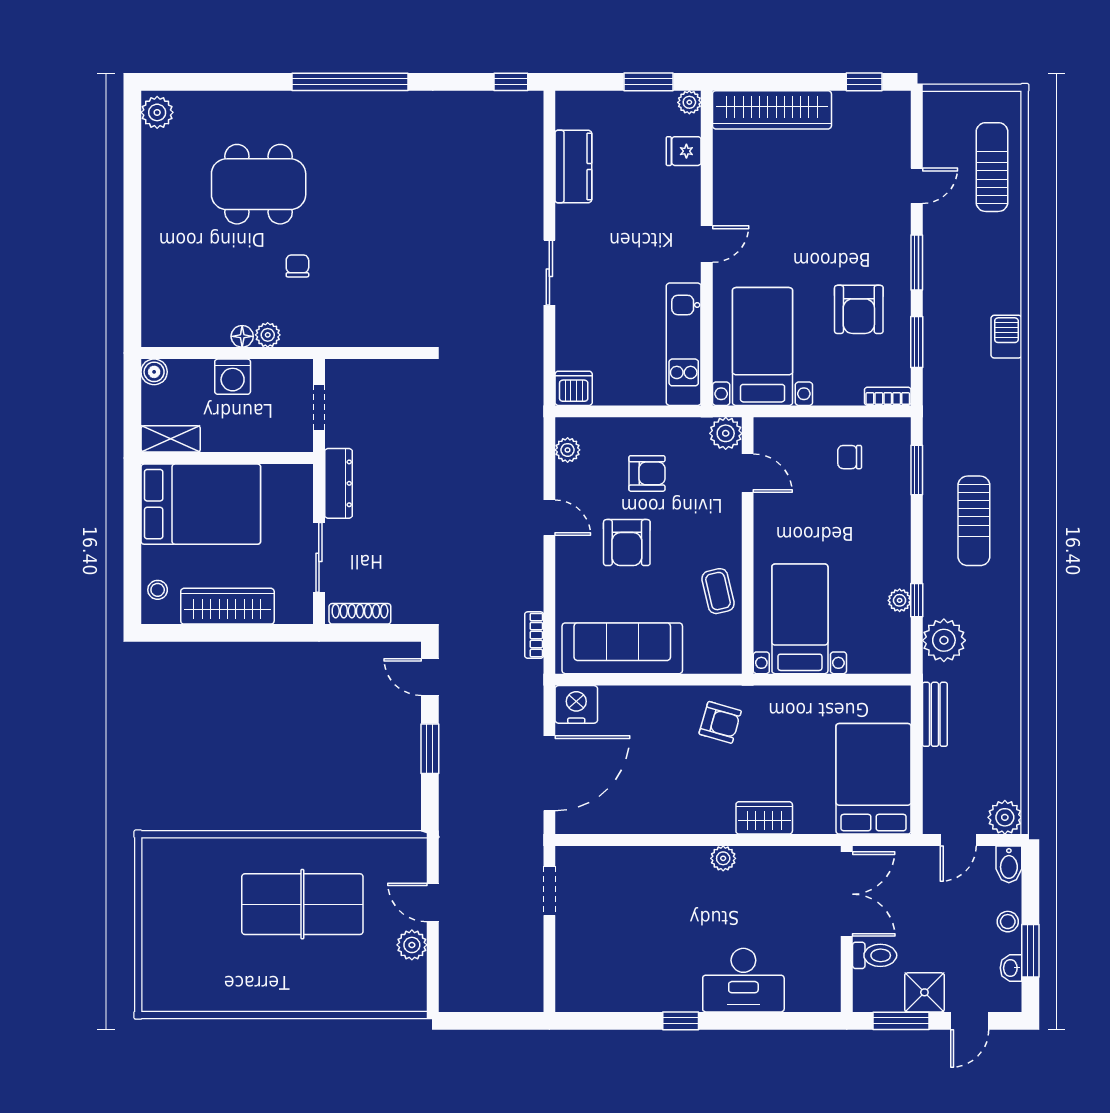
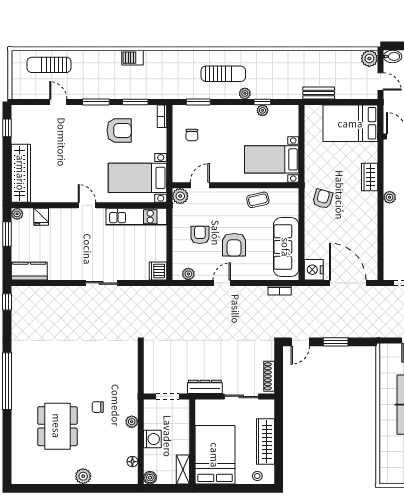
plant: (157, 112) -> (83, 476), moved
kitchen counter: (573, 167) -> (29, 271), moved
floor lamp: (242, 336) -> (132, 462), moved
armchair: (627, 543) -> (234, 245), turned 90
plant: (944, 640) -> (245, 93), moved, width x0.53, depth x0.53

